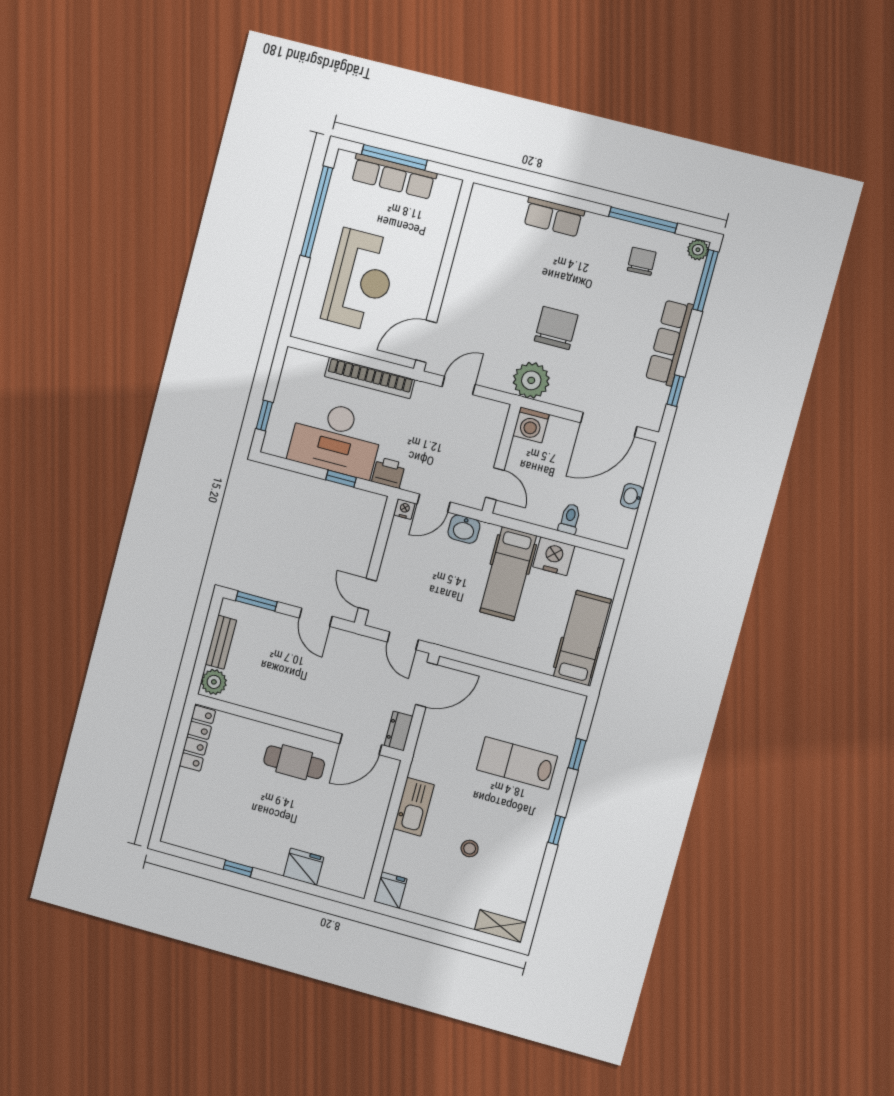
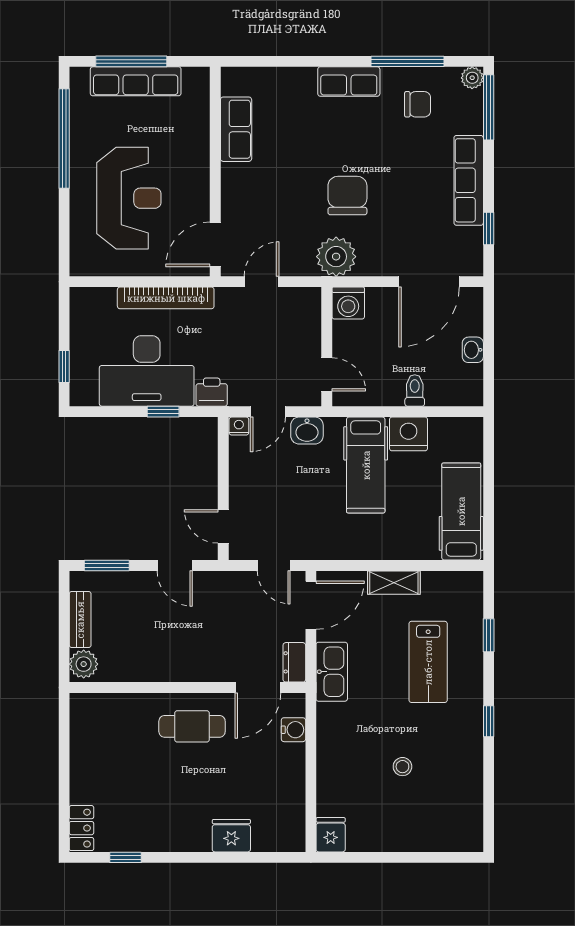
row of seats: (554, 217) -> (349, 82), moved
row of seats: (472, 242) -> (236, 129), added
chair: (642, 261) -> (418, 104), turned 92
locker: (197, 738) -> (81, 828), moved, width x0.66
lab bench: (517, 763) -> (428, 662), turned -90
water cooler: (382, 790) -> (293, 730), added
kitchen sink: (414, 807) -> (332, 672), moved
window: (238, 868) -> (126, 857), moved
shelving: (500, 926) -> (394, 583), moved

